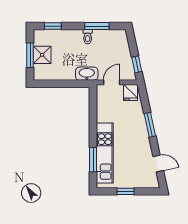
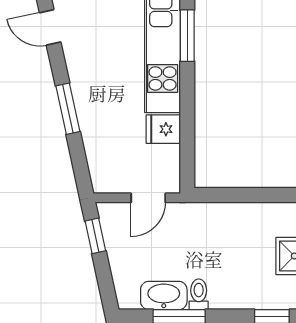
washbasin: (87, 74) -> (164, 295), moved, turned 180
fridge: (131, 93) -> (163, 129), moved, turned -90

